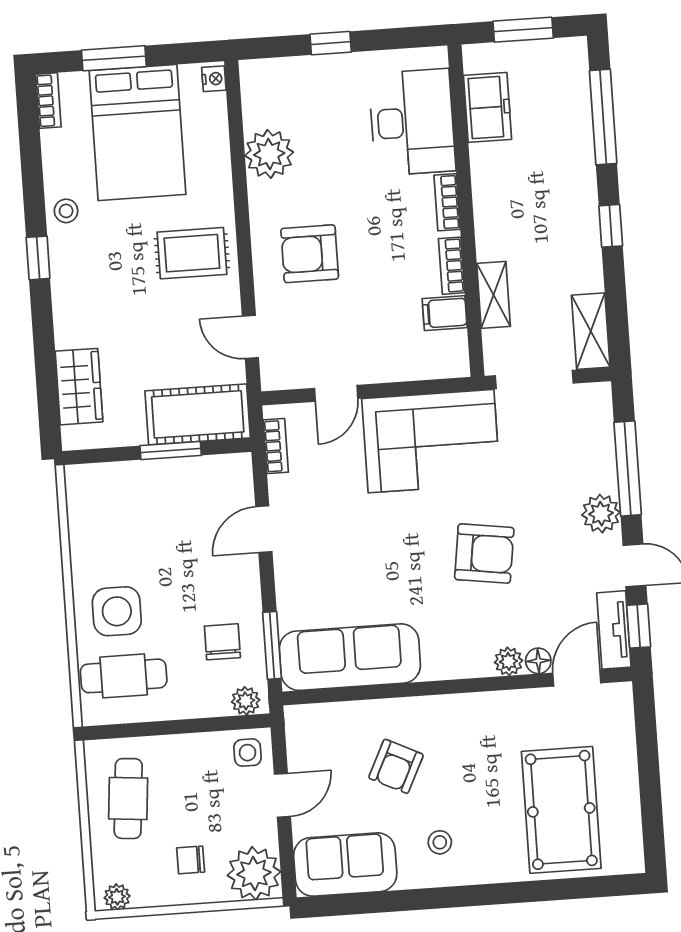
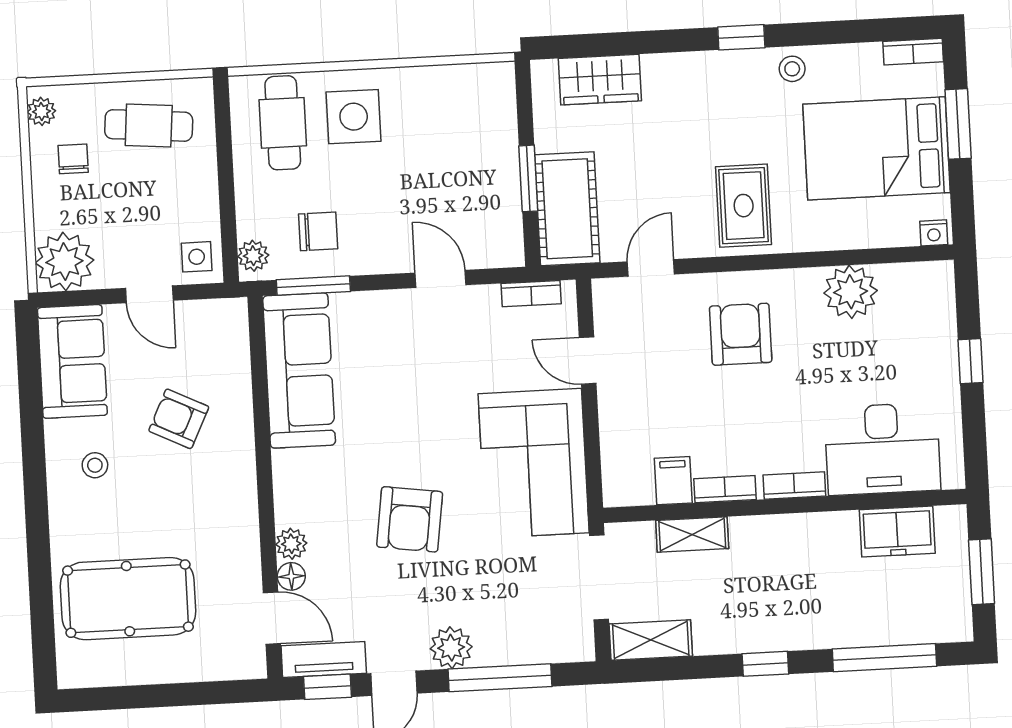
chair: (191, 860) -> (73, 159), moved

